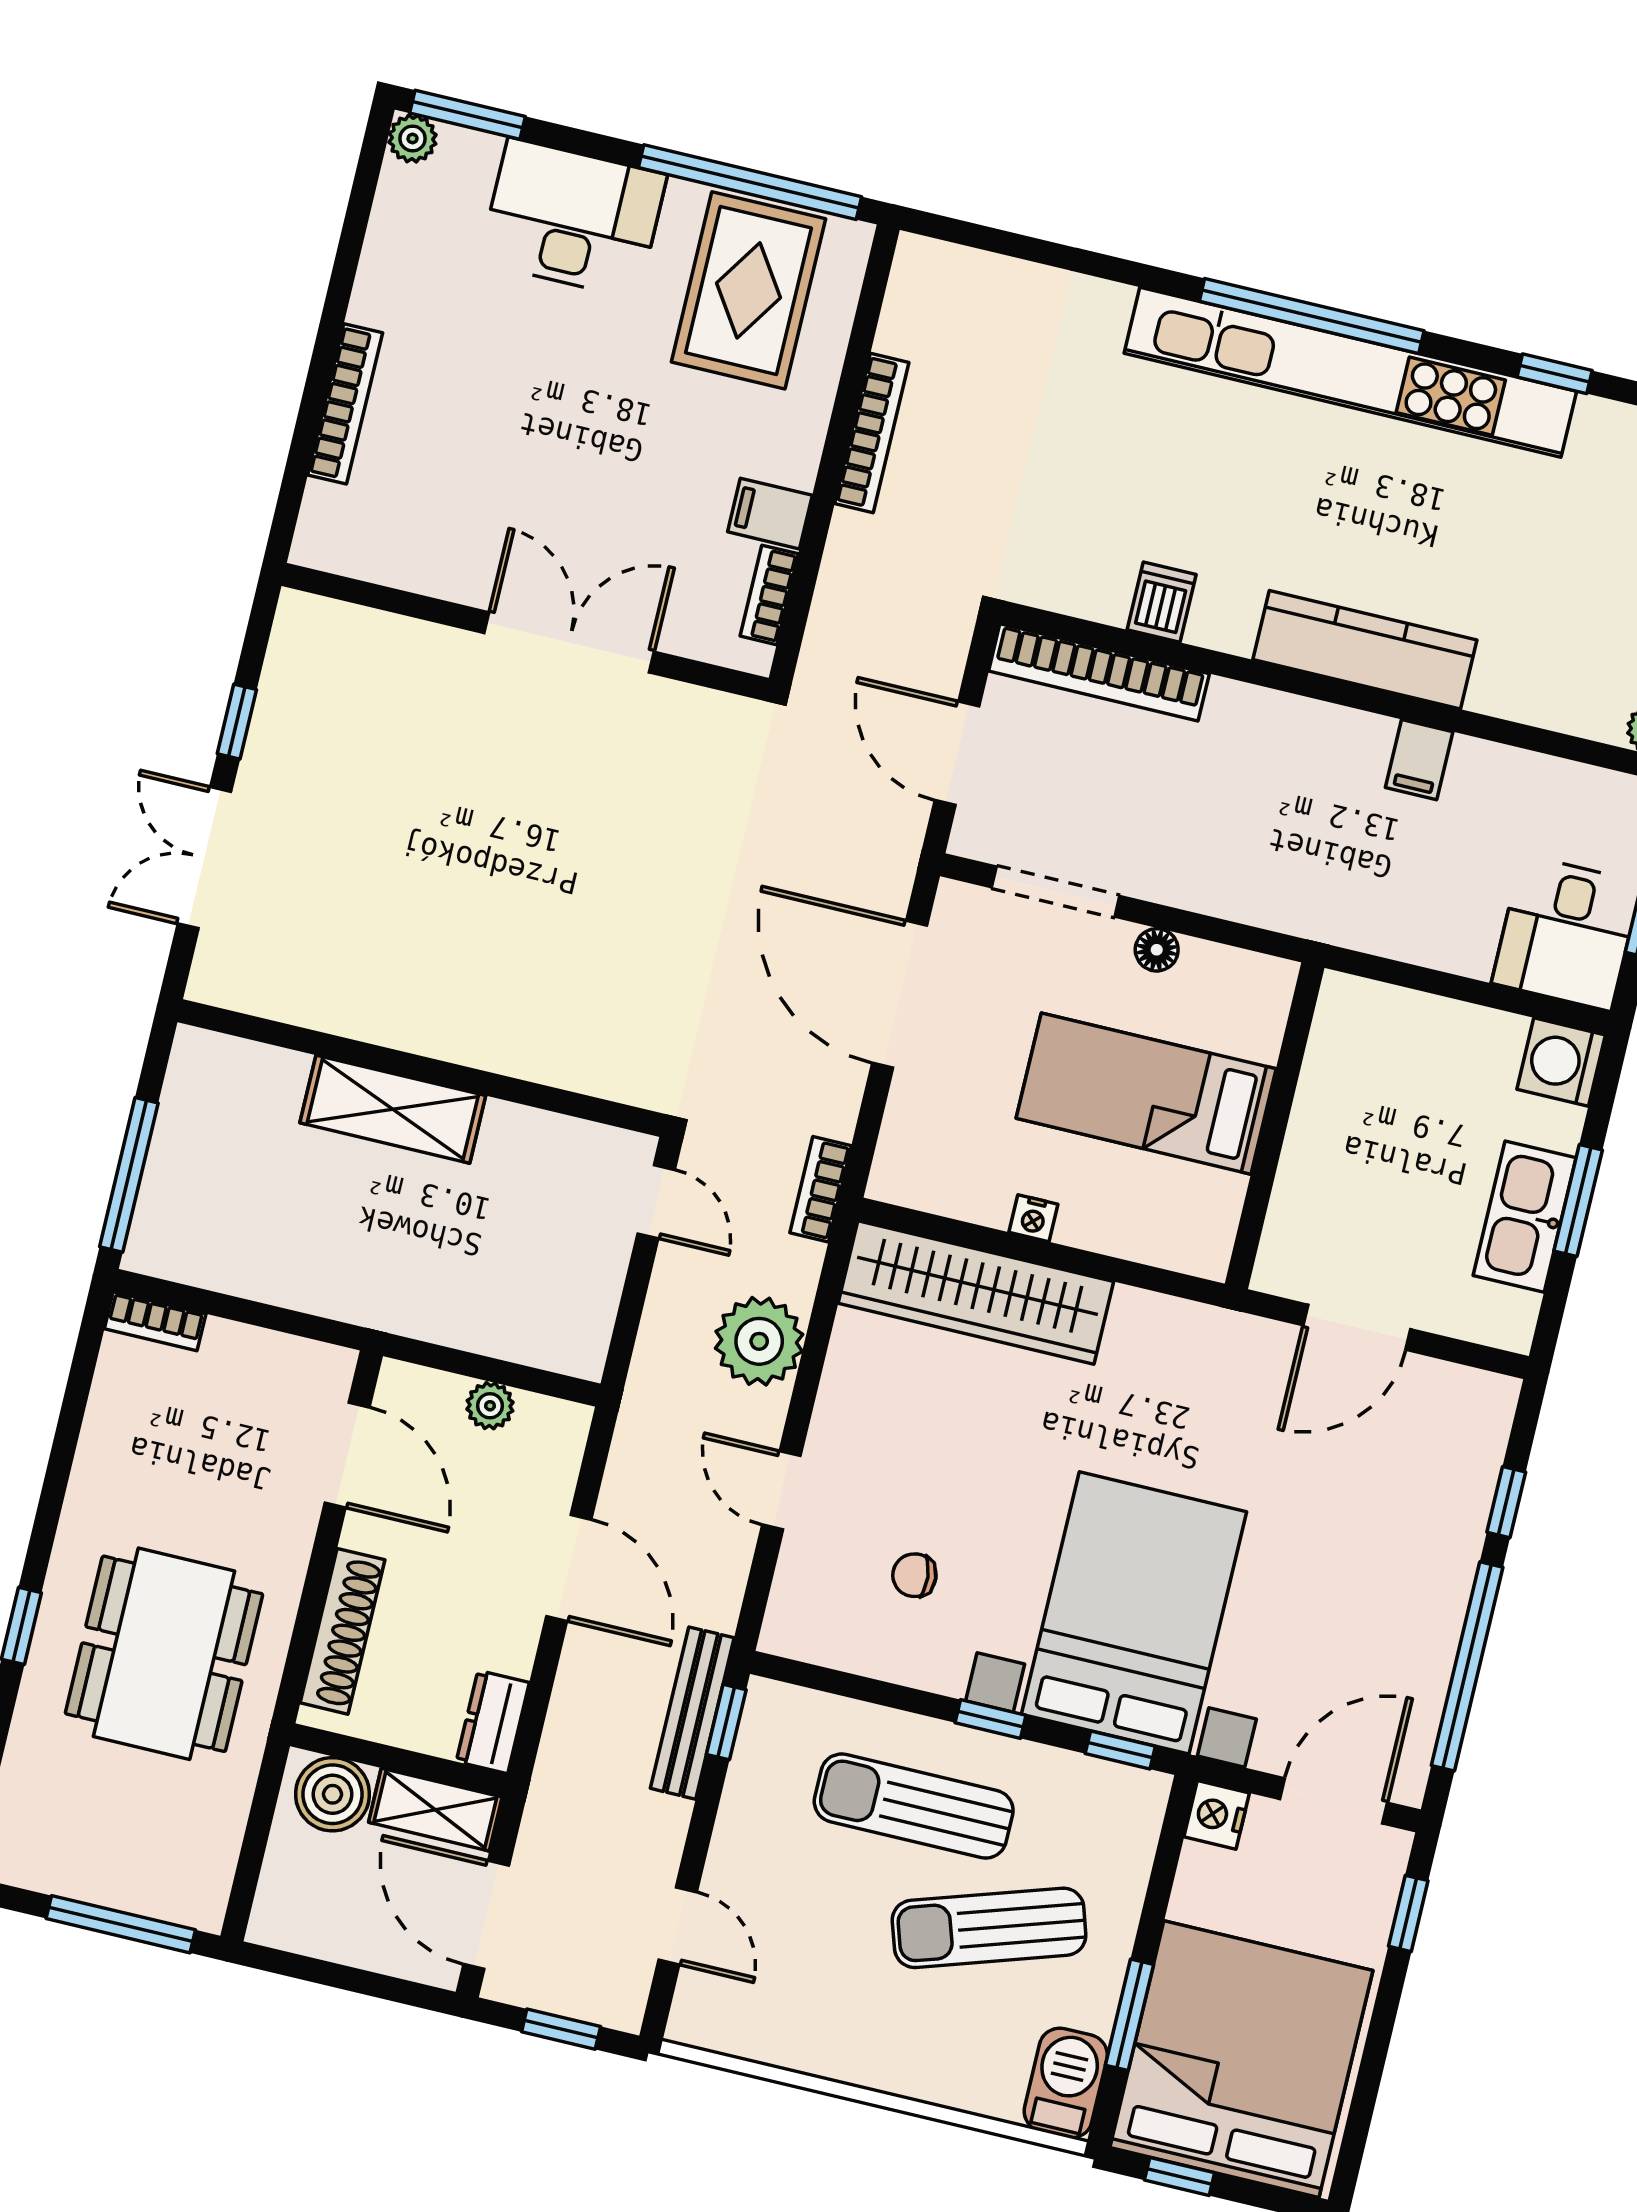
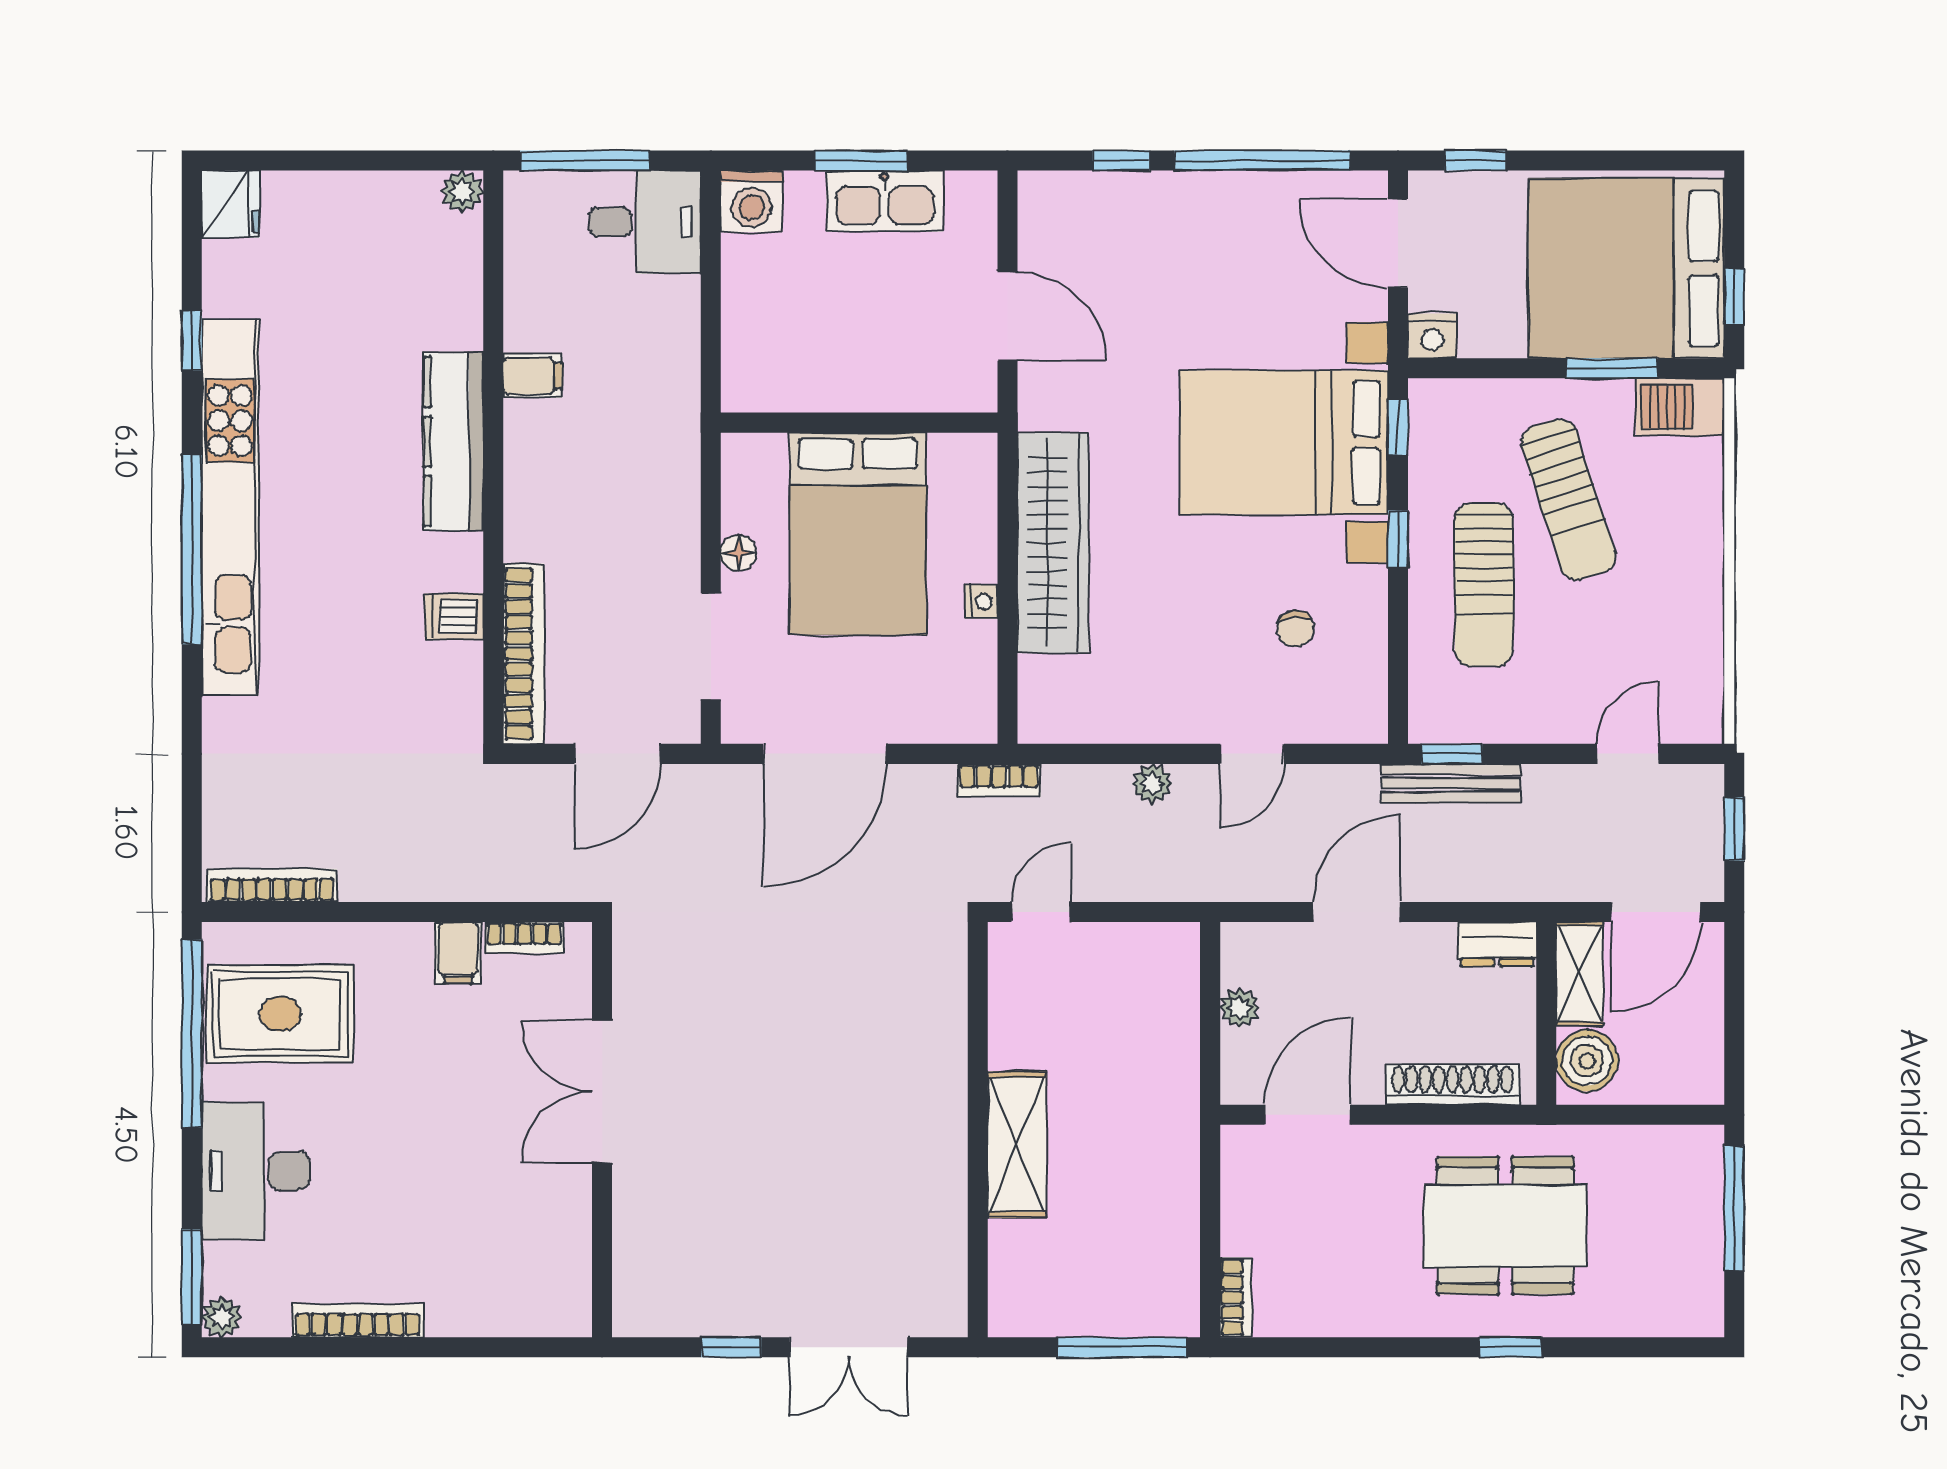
bookcase: (345, 404) -> (358, 1321), moved
bookcase: (872, 433) -> (272, 886), moved
bed: (1146, 1094) -> (858, 534), width x1.50
wardrobe: (976, 1292) -> (1053, 543), moved
plant: (759, 1341) -> (1152, 784), width x0.53, depth x0.53

